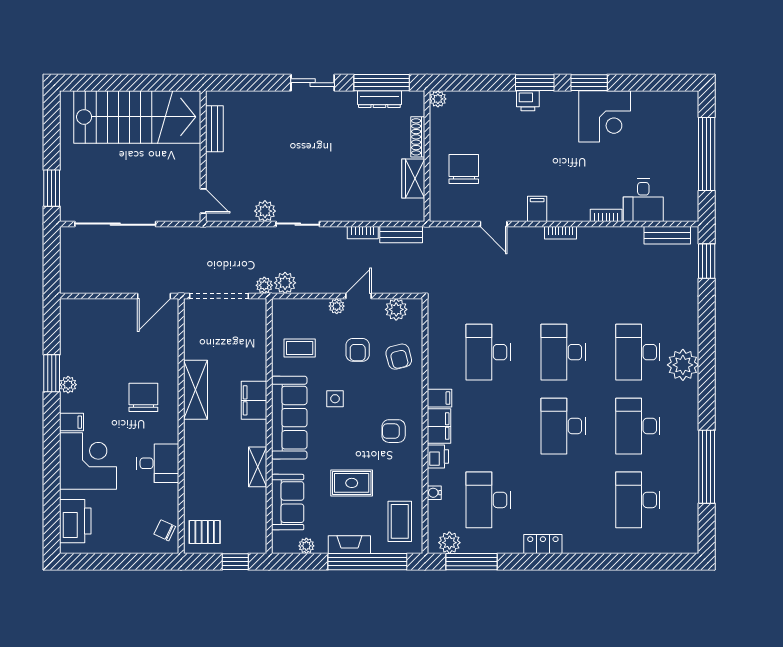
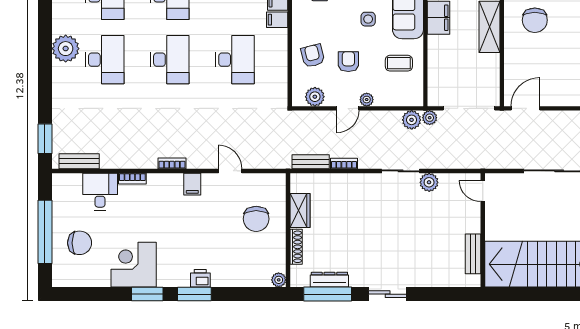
chair: (667, 141) -> (80, 243), added

